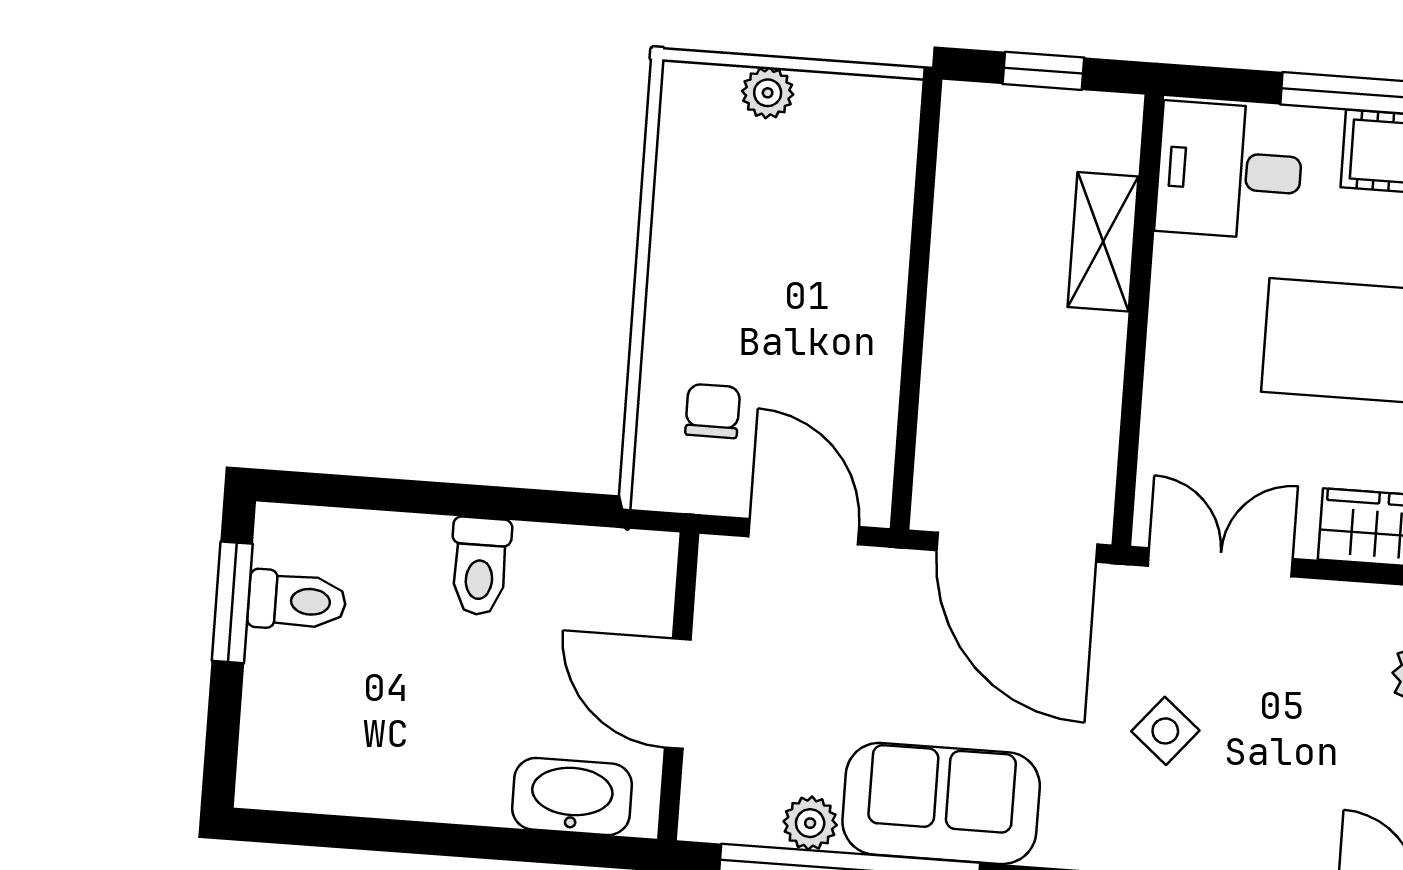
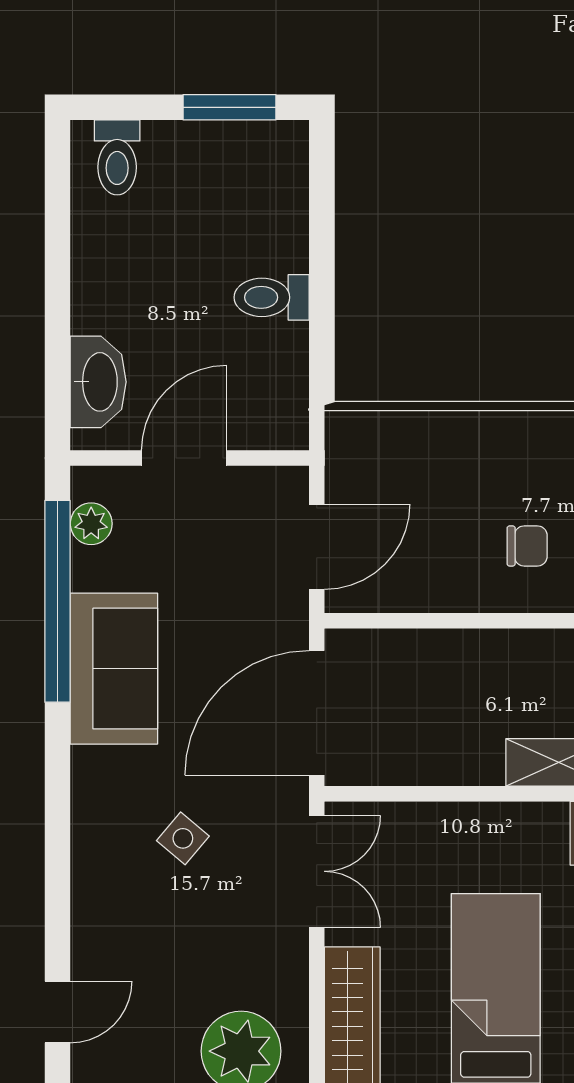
chair: (713, 411) -> (527, 546), moved
toilet: (297, 601) -> (117, 157), moved
plant: (810, 823) -> (91, 524), moved

